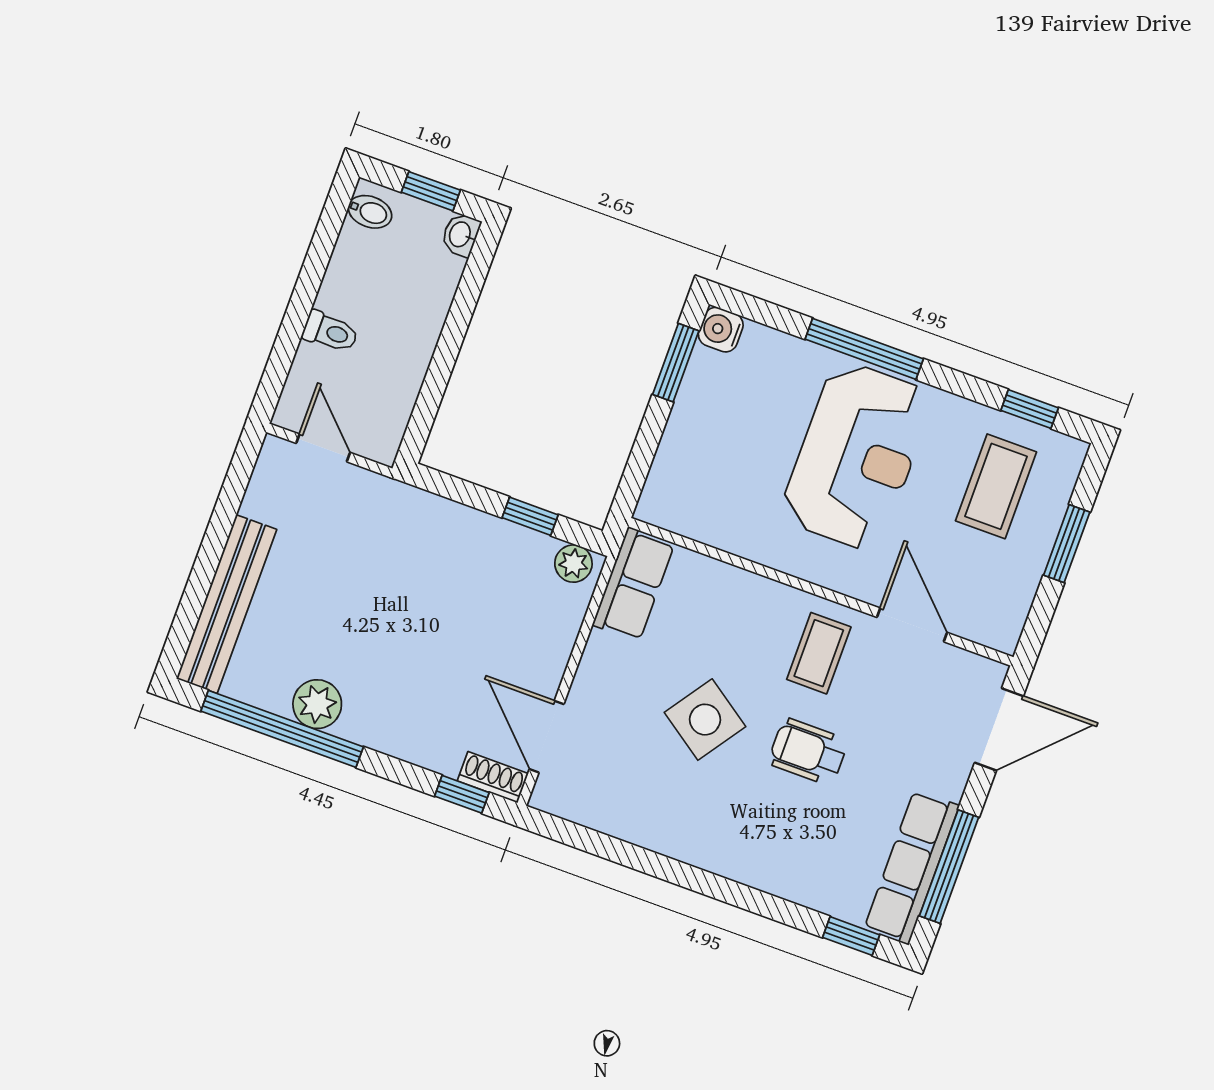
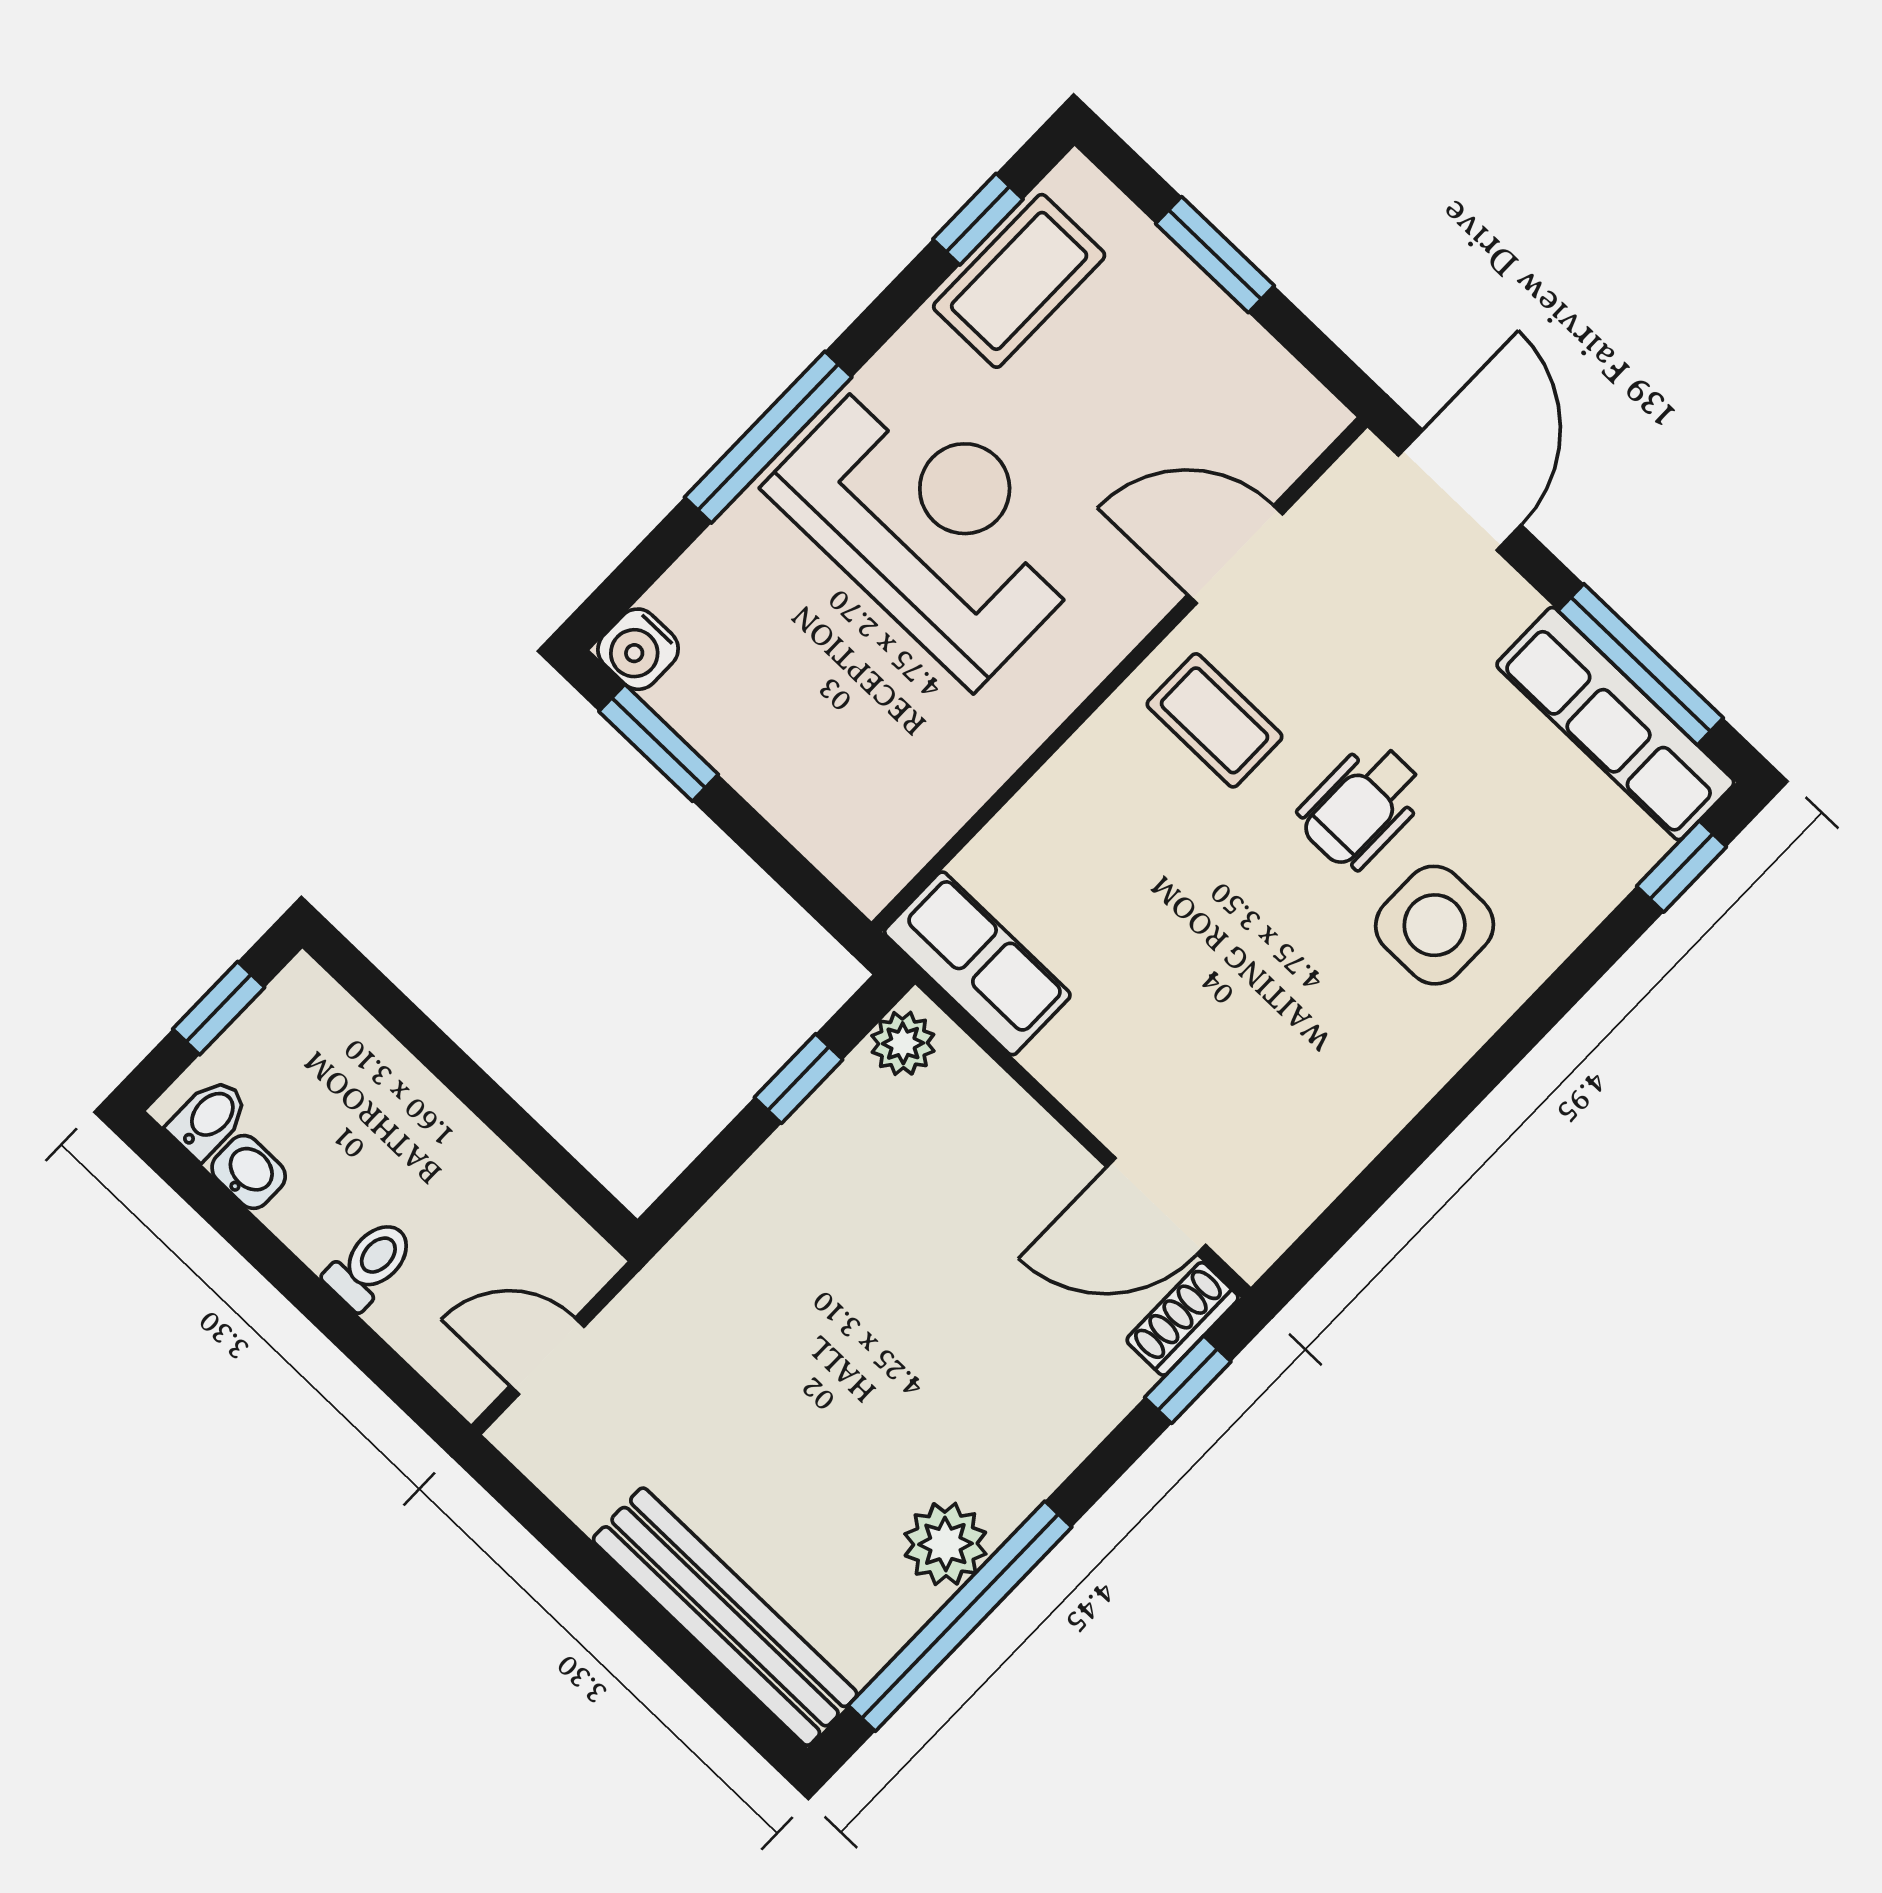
washbasin: (461, 235) -> (249, 1172), moved, turned 180
coffee table: (996, 486) -> (1019, 281), moved, turned 90
side table: (705, 720) -> (1435, 925), moved, turned -35

